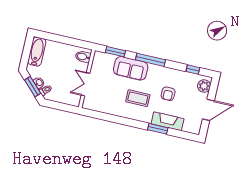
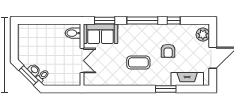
bathtub: (37, 52) -> (25, 39), removed
sofa: (131, 68) -> (101, 34), moved
window: (193, 70) -> (174, 20), moved
double door: (86, 84) -> (82, 61), swing flipped
fireplace: (168, 121) -> (187, 79), moved

